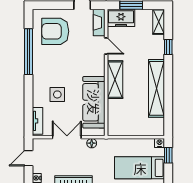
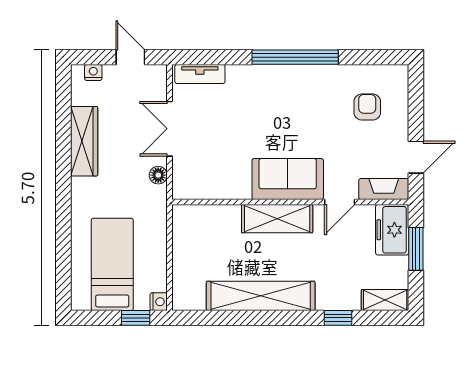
armchair: (55, 31) -> (367, 107), width x0.53, depth x0.53
window: (29, 52) -> (295, 57), moved
side table: (57, 94) -> (249, 111), removed
sofa: (94, 102) -> (288, 179), moved, width x0.73
double door: (67, 137) -> (170, 129), swing flipped

